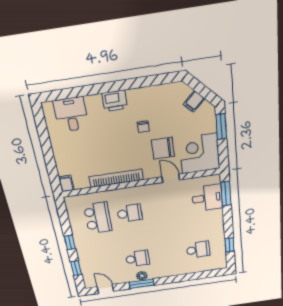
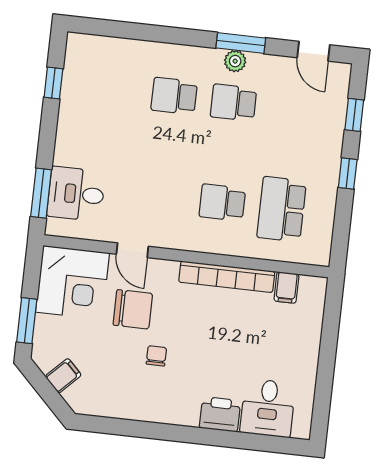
printer: (115, 101) -> (220, 414), moved
filing cabinet: (66, 184) -> (286, 288), moved
school desk: (198, 250) -> (174, 96), moved

